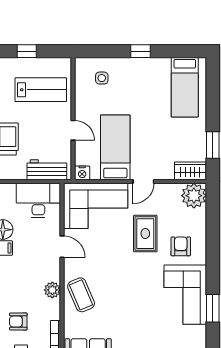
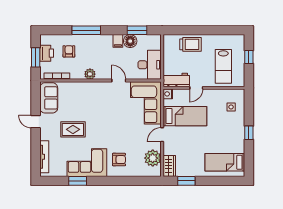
workbench: (47, 170) -> (176, 80), moved, turned -90
door: (143, 182) -> (162, 135), hinge flipped
plant: (194, 196) -> (153, 158), moved
rug: (145, 234) -> (73, 129), moved
door: (62, 247) -> (119, 80), swing flipped
coffee table: (81, 295) -> (87, 93), removed

